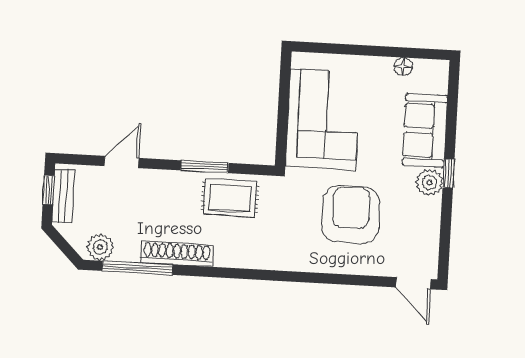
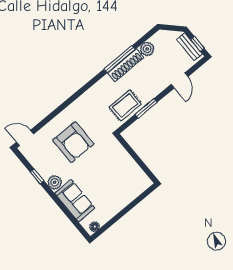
floor lamp: (403, 67) -> (95, 227), moved
corner sofa: (323, 119) -> (118, 168), removed
window: (448, 173) -> (37, 176), moved
plant: (100, 247) -> (147, 49), moved
window: (138, 268) -> (119, 59), moved

